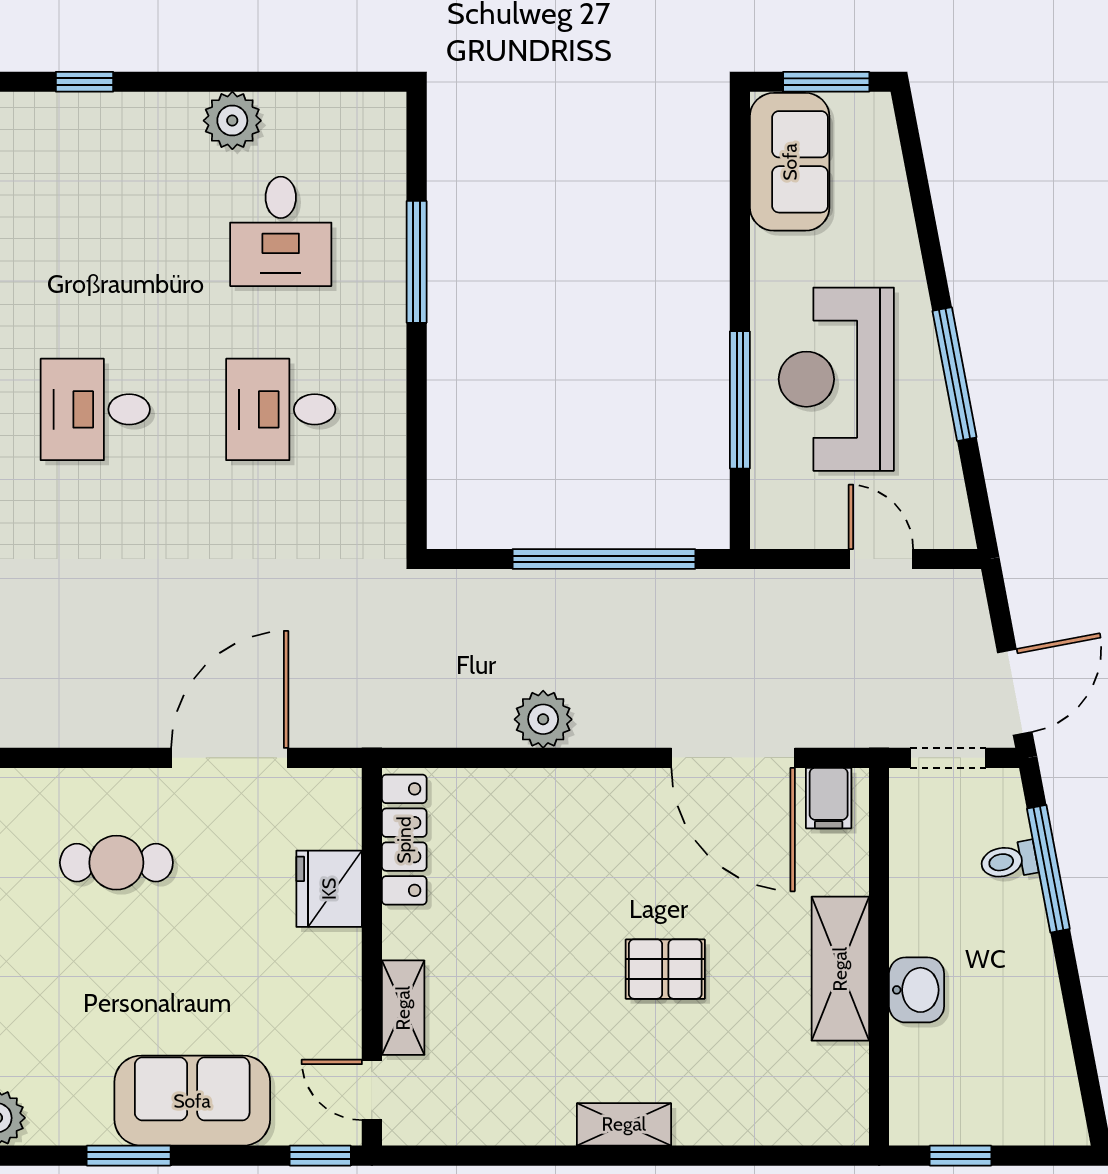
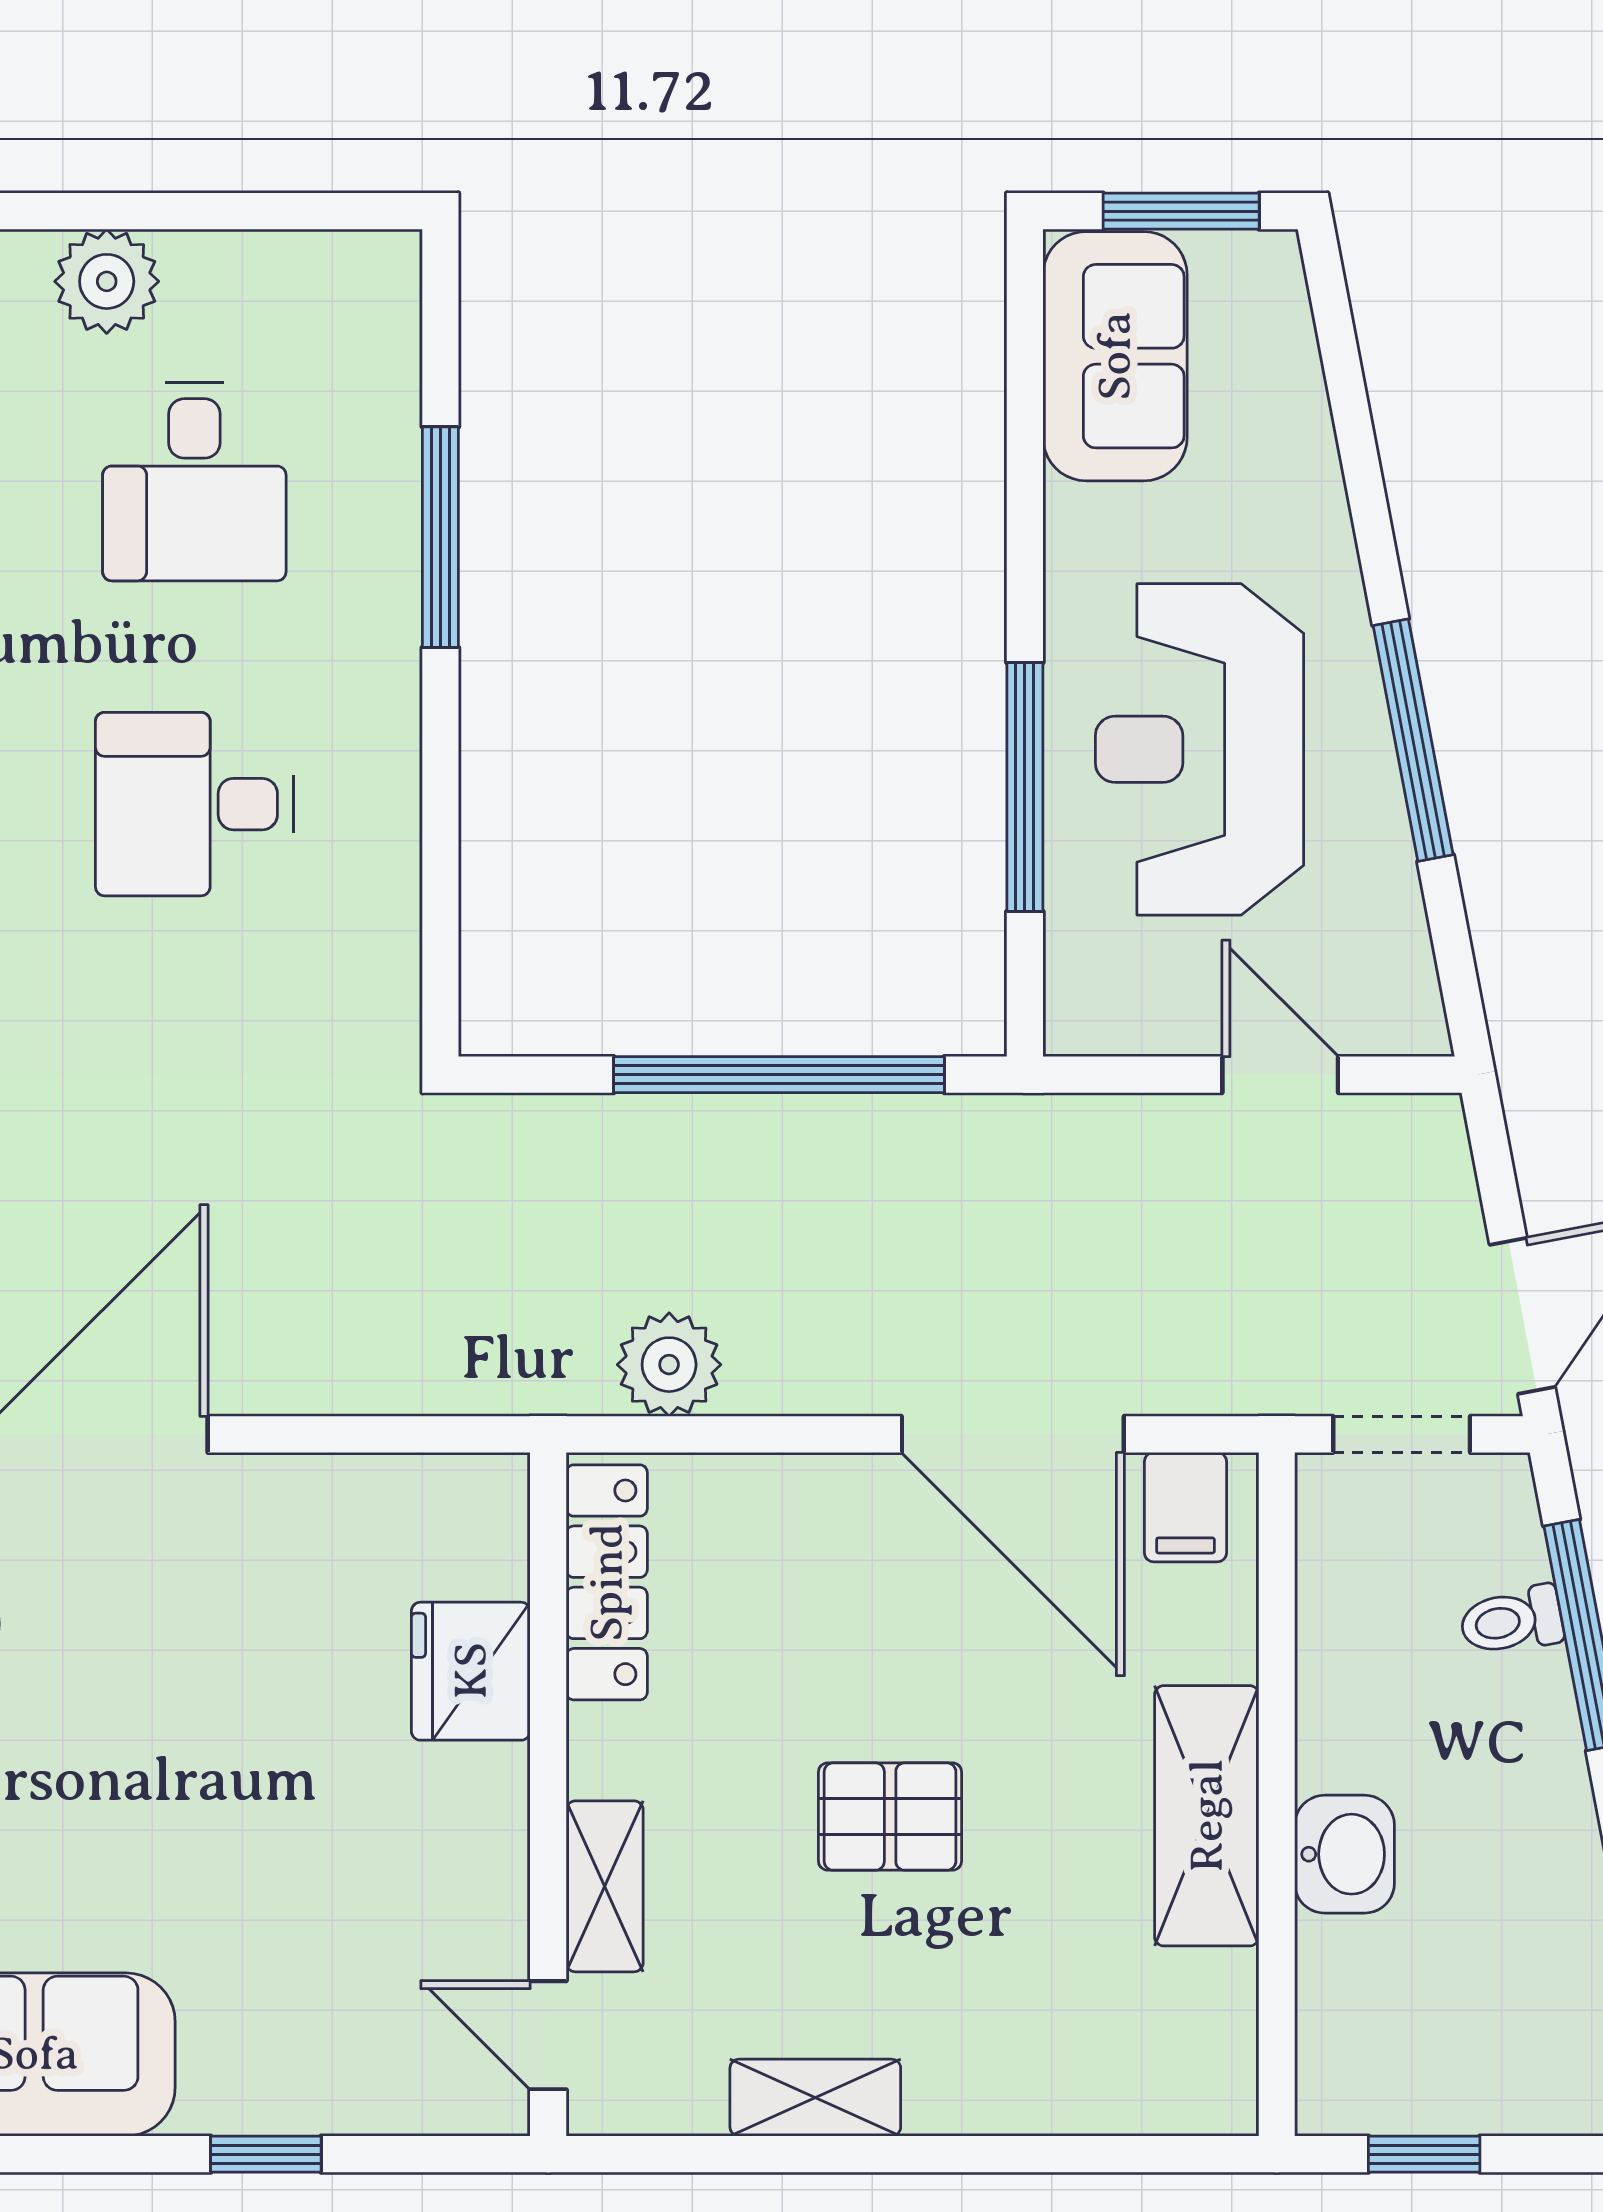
locker: (404, 840) -> (607, 1582), moved
fridge: (329, 889) -> (471, 1671), moved
wall: (372, 957) -> (548, 1794), moved
shelving: (403, 1008) -> (605, 1886), moved
door: (372, 1090) -> (548, 2035), moved

